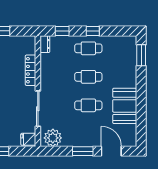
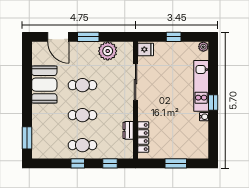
dresser: (45, 44) -> (128, 130), moved
locker: (31, 70) -> (143, 137), moved
plant: (53, 138) -> (108, 51), moved

